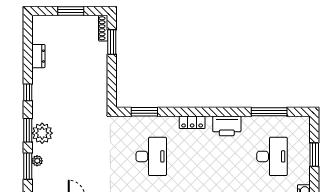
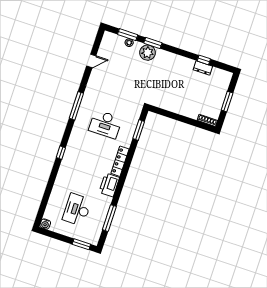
window: (112, 42) -> (196, 123), removed
window: (28, 92) -> (204, 60), moved
locker: (192, 122) -> (120, 161), width x1.53
window: (314, 155) -> (81, 244), moved
desk: (272, 156) -> (77, 210), turned 90

